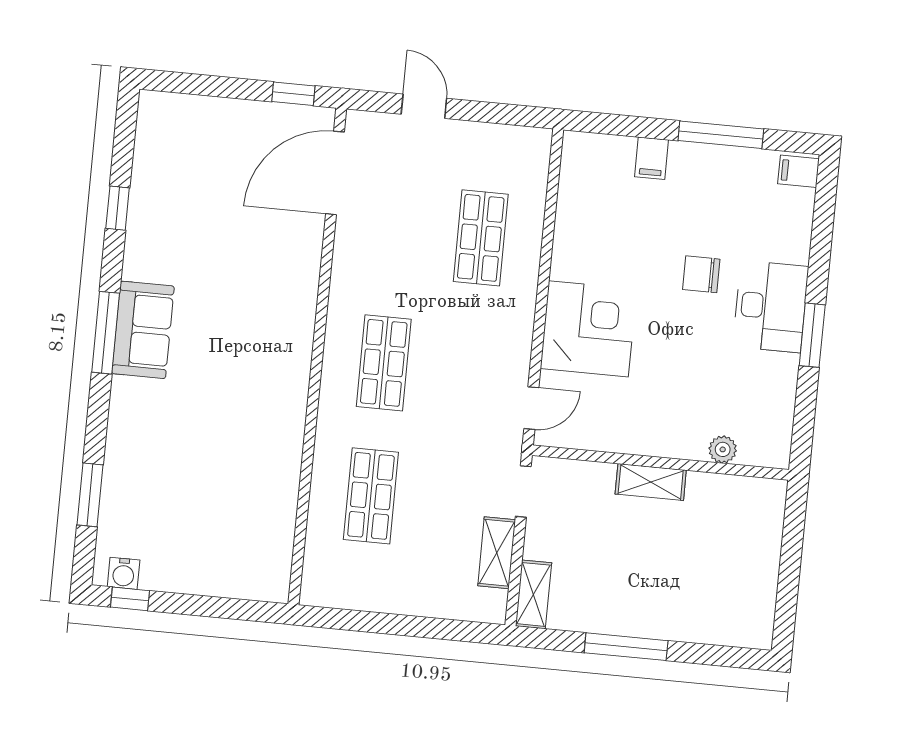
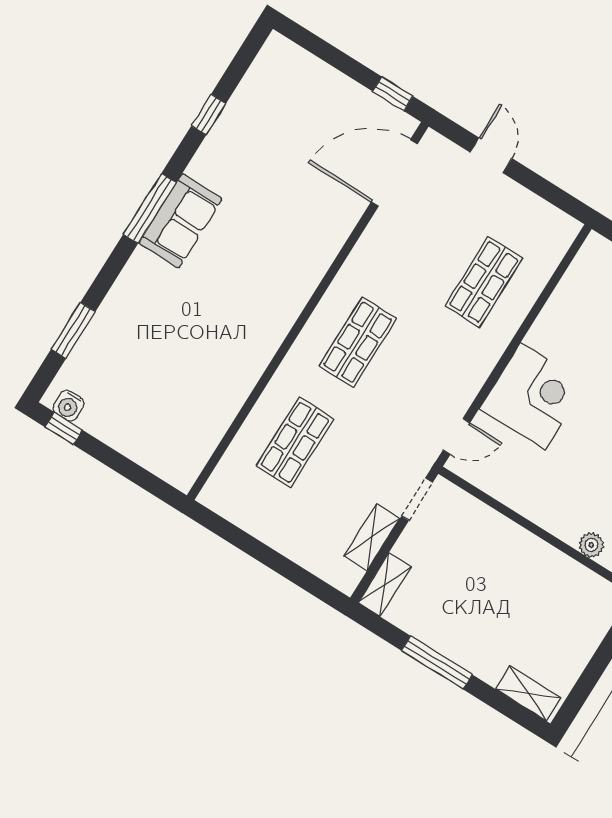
shelving: (651, 482) -> (528, 694), moved

